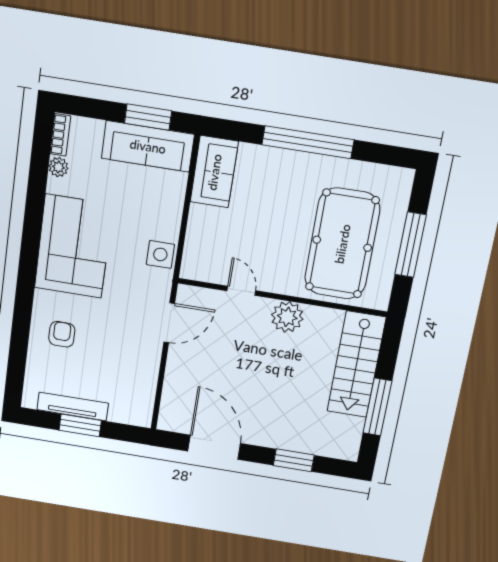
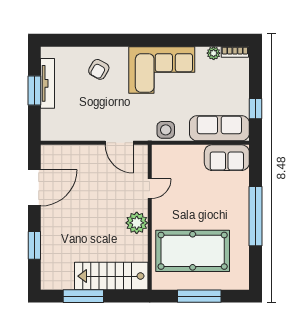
window: (148, 117) -> (256, 109), width x0.67
sofa: (148, 146) -> (219, 128), moved, turned 90
armchair: (62, 334) -> (99, 69), turned 119

